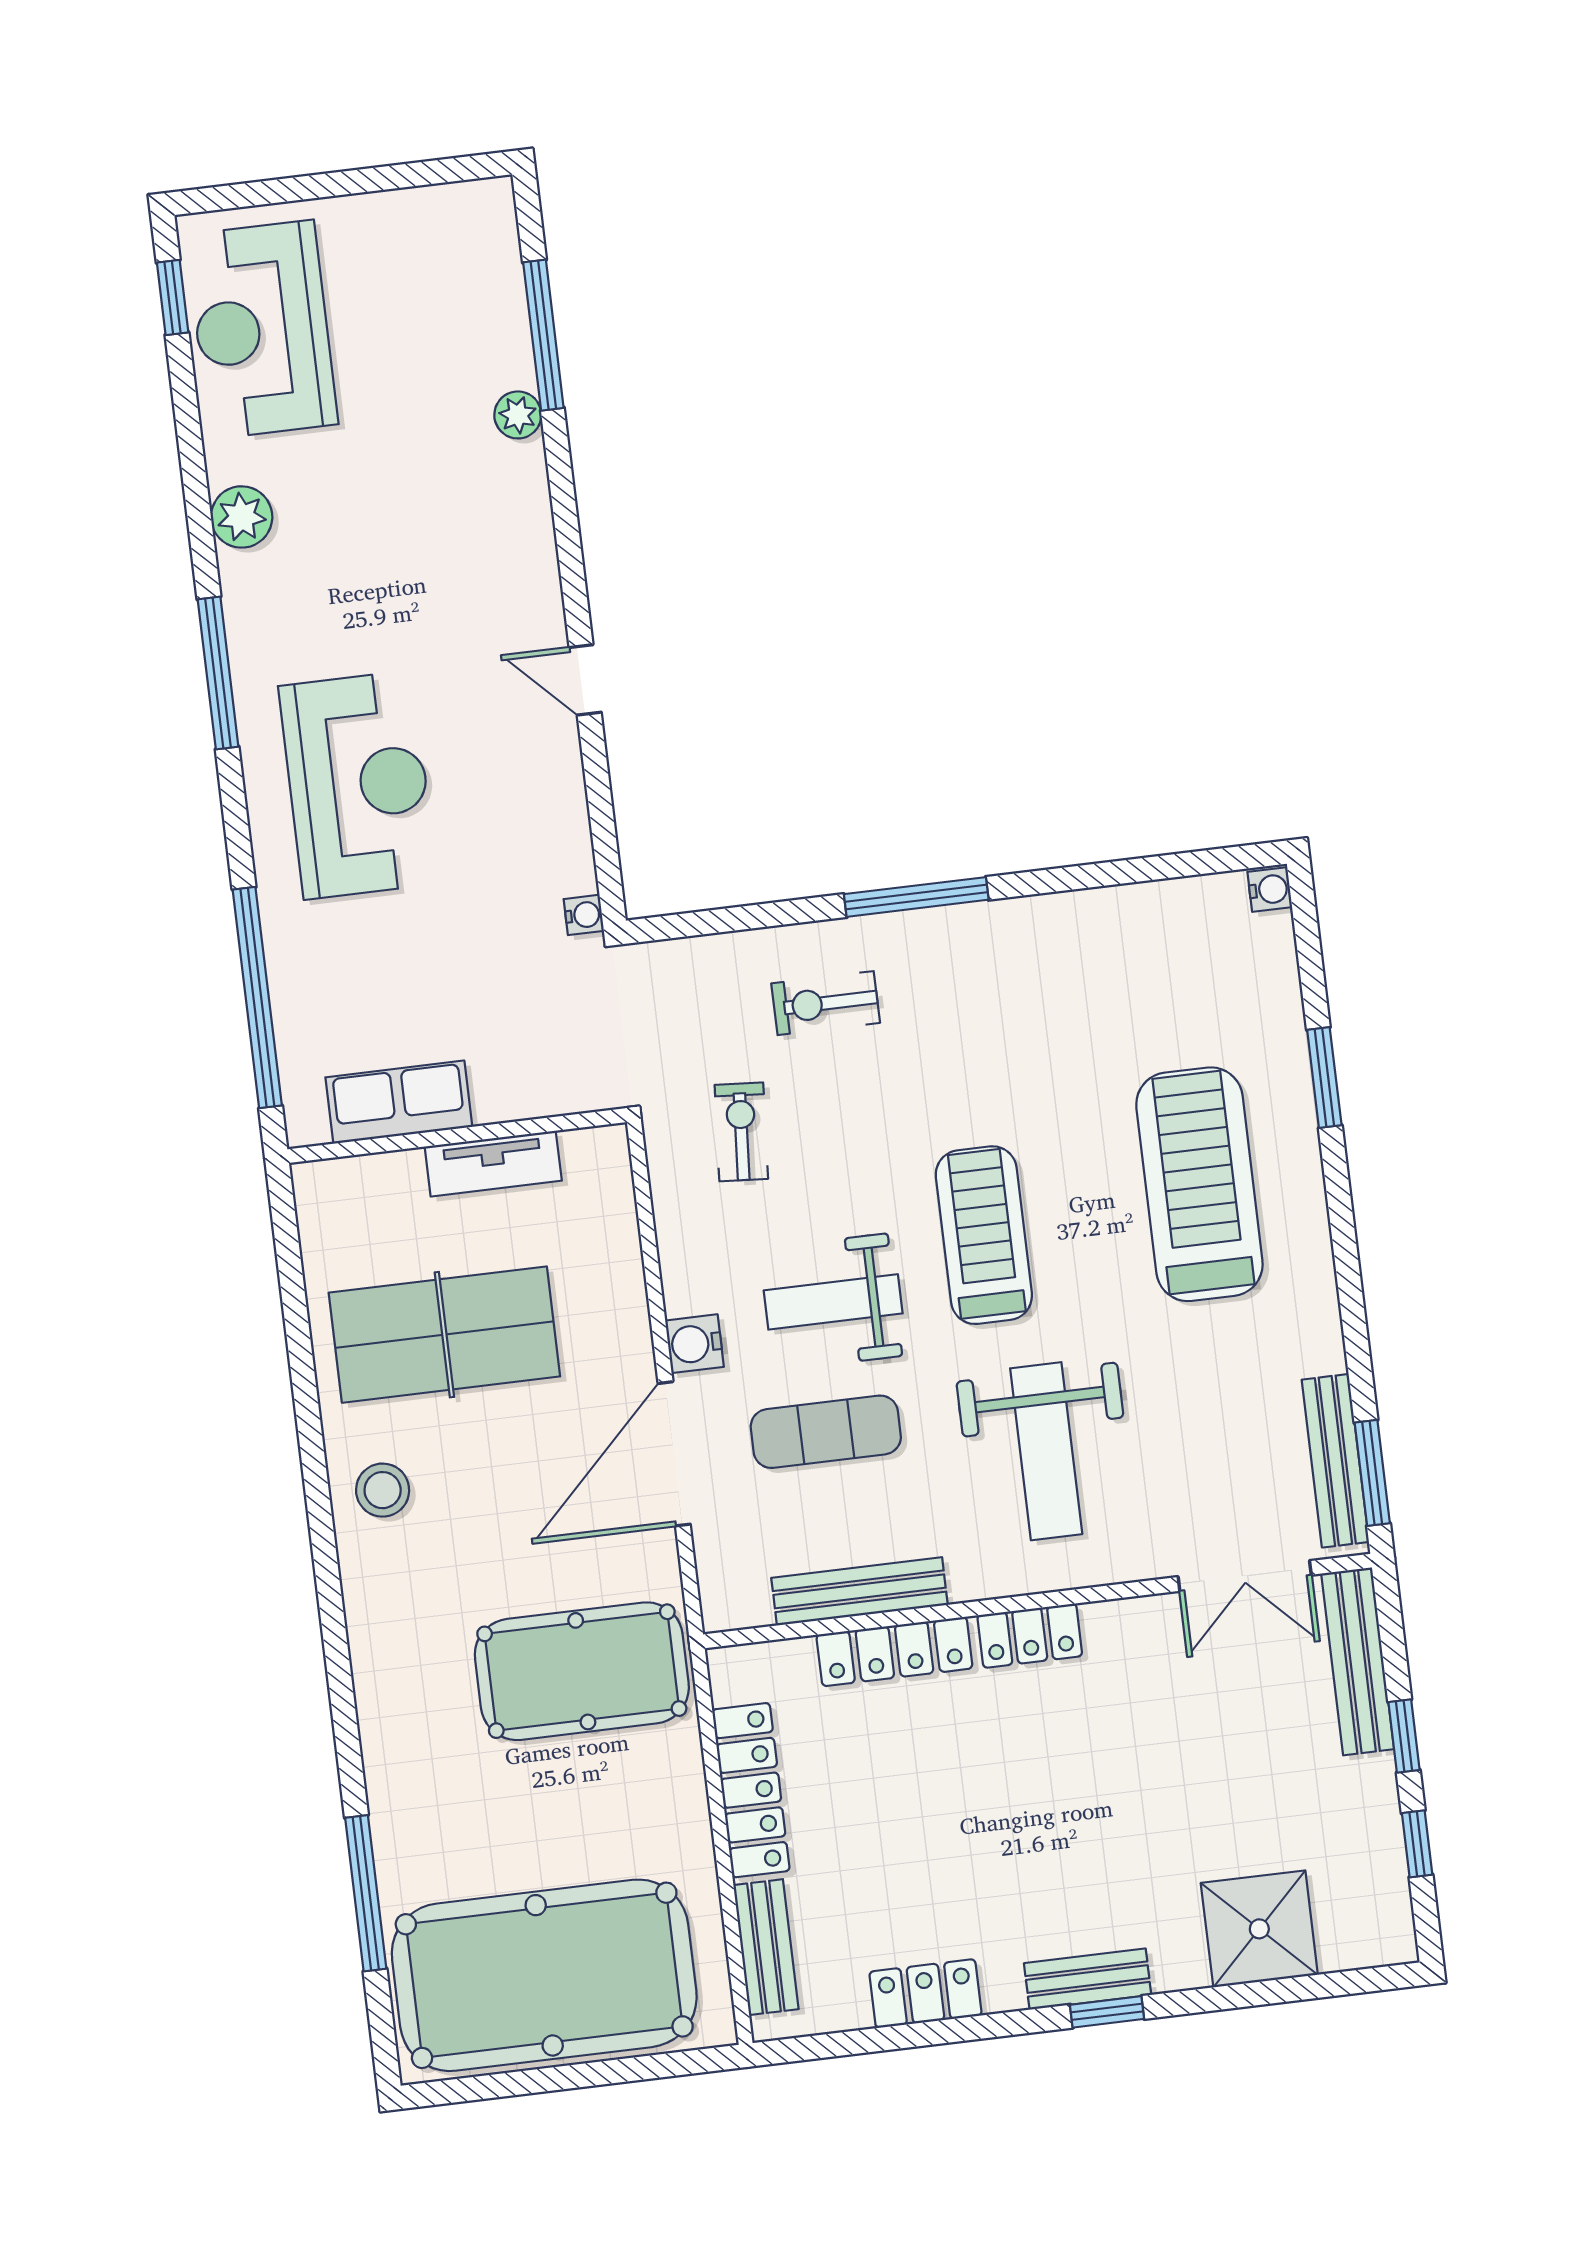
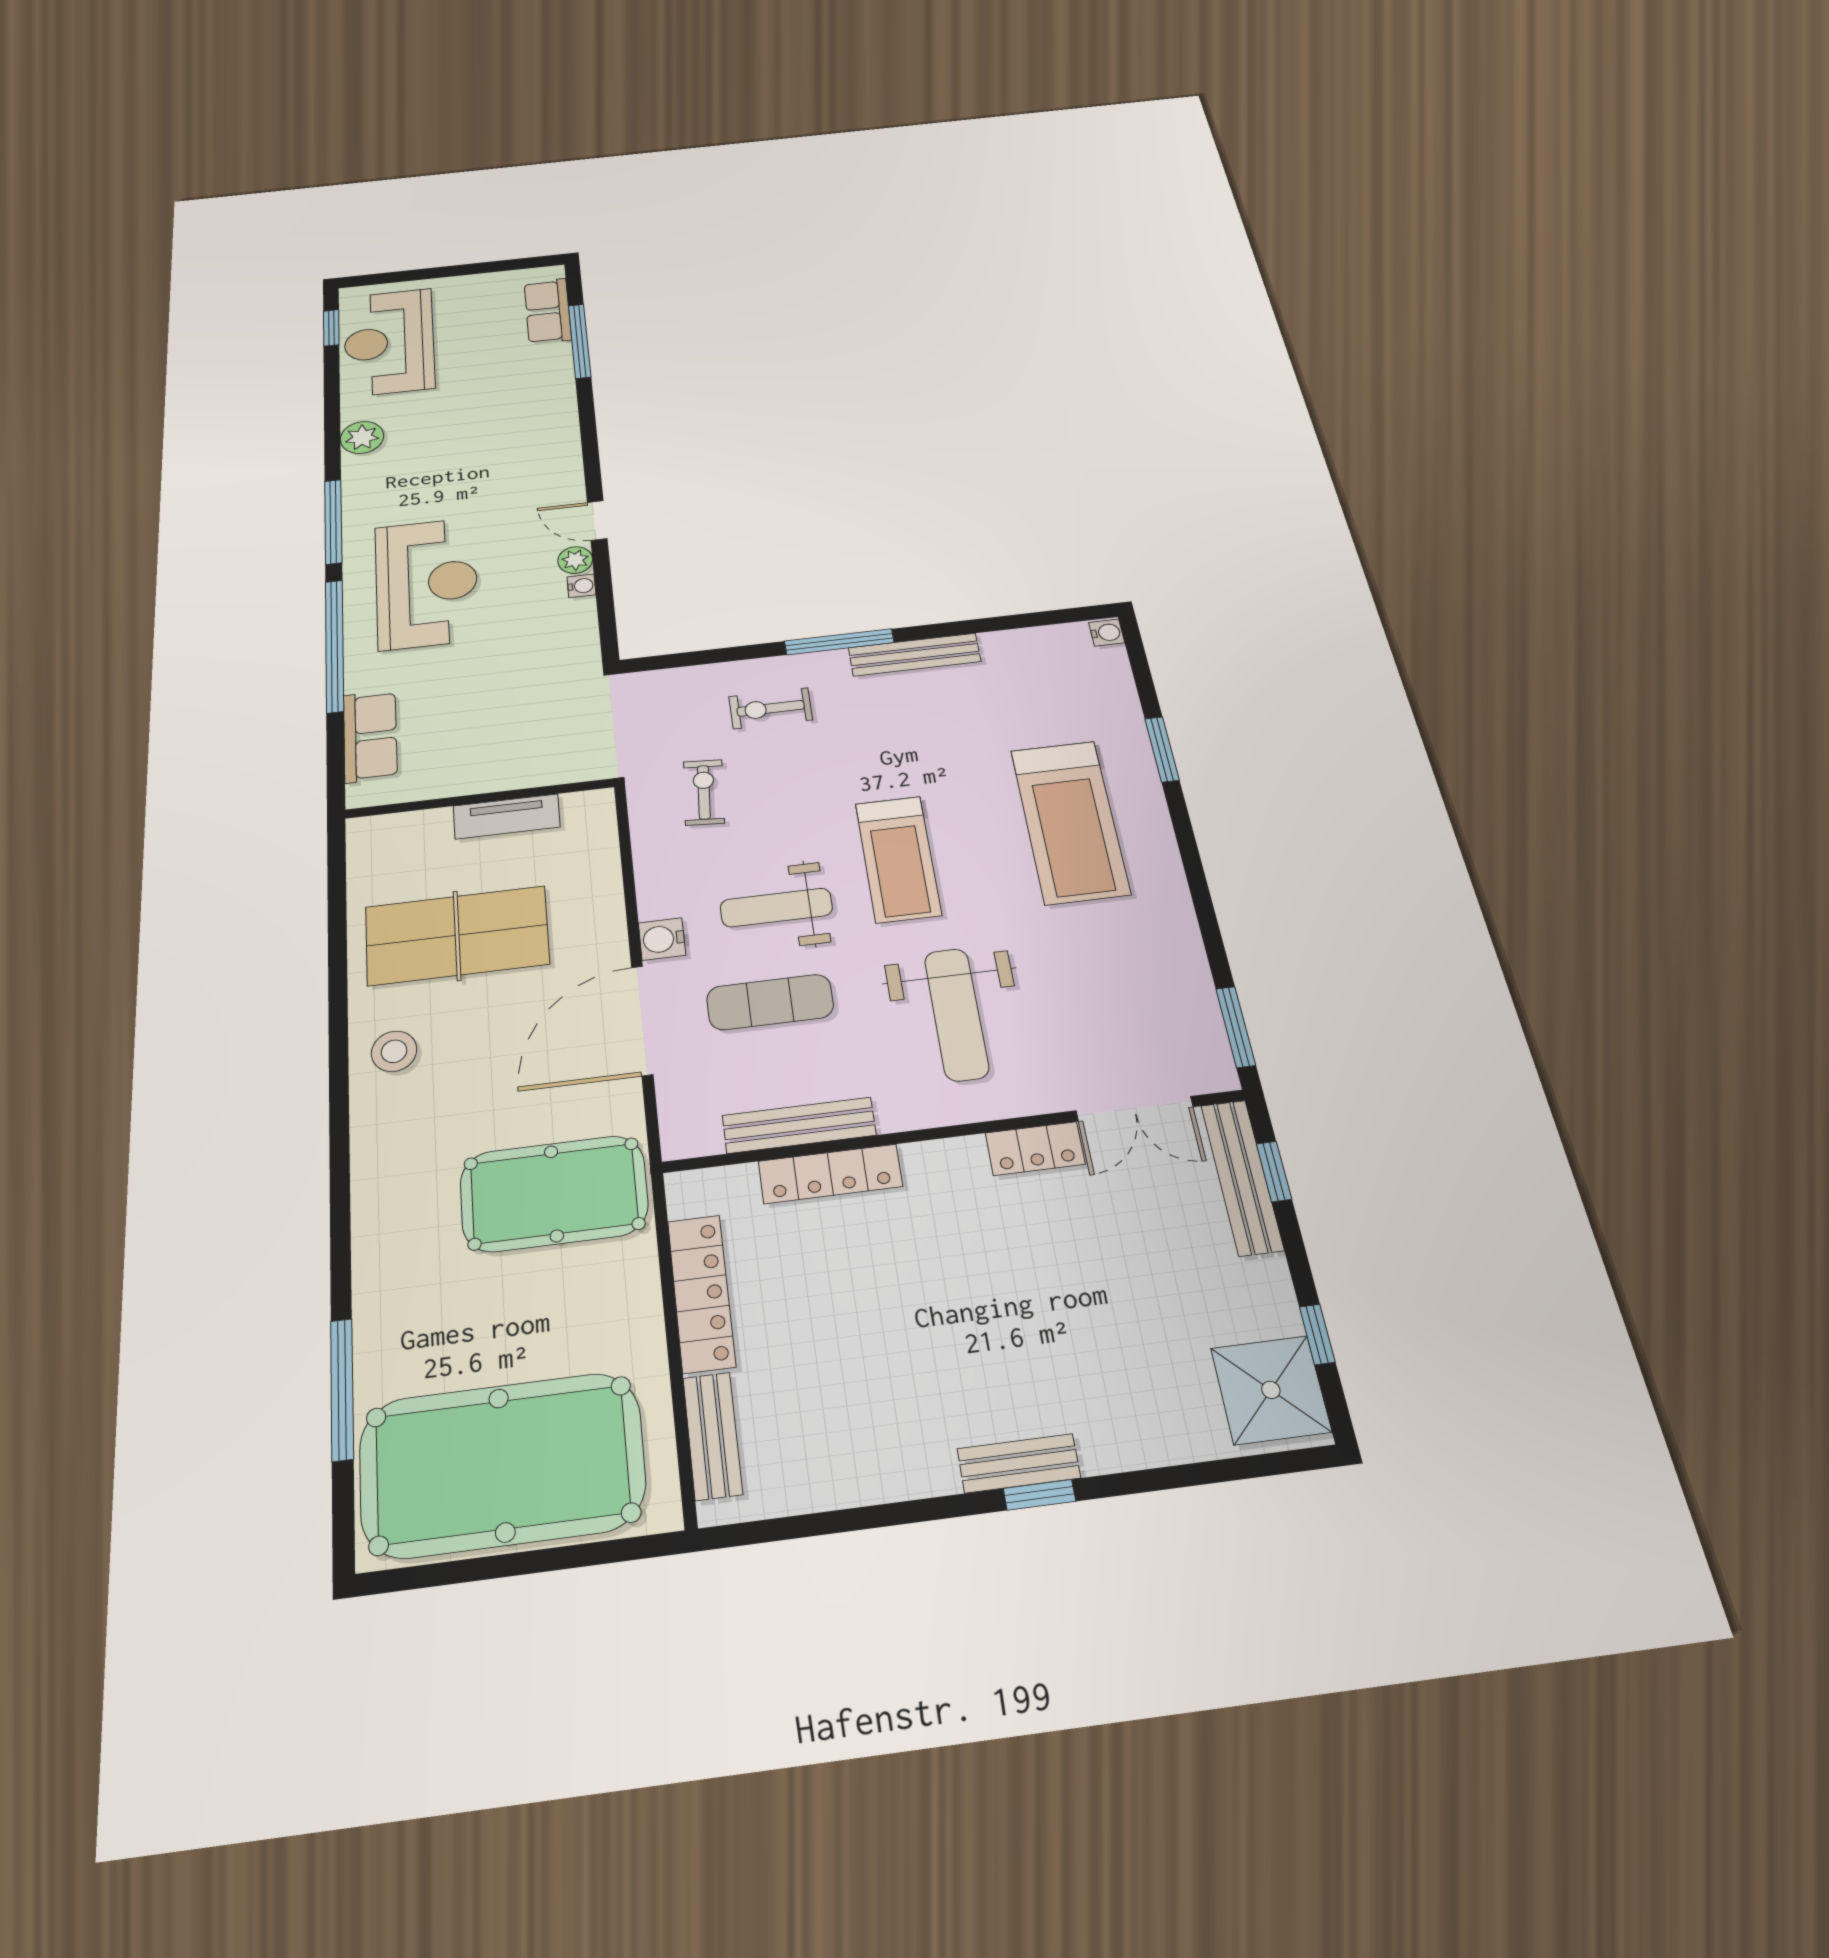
row of seats: (493, 272) -> (548, 311), added
plant: (518, 415) -> (575, 560), moved
water cooler: (584, 915) -> (581, 586), moved
window: (257, 997) -> (334, 646), moved
row of seats: (399, 1102) -> (370, 736), moved, turned 90
treadmill: (1199, 1184) -> (1070, 822), turned 180
treadmill: (984, 1235) -> (898, 859), turned 180
bench: (1335, 1461) -> (915, 655), moved, turned 90
locker: (1030, 1636) -> (1035, 1149), moved
window: (1404, 1736) -> (1274, 1171), moved
shower: (1259, 1929) -> (1271, 1390), moved
locker: (925, 1994) -> (864, 1479), removed

